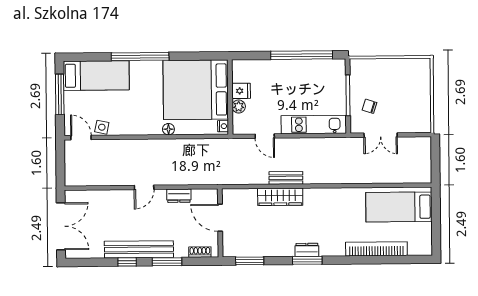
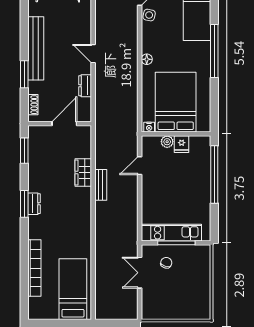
window: (302, 55) -> (214, 174), moved
bed: (196, 90) -> (176, 102), width x0.73
kitchen unit: (314, 125) -> (171, 233), moved, turned -90
floor lamp: (168, 129) -> (147, 59), moved
wardrobe: (280, 197) -> (83, 173), width x0.67
window: (127, 262) -> (24, 37), removed

